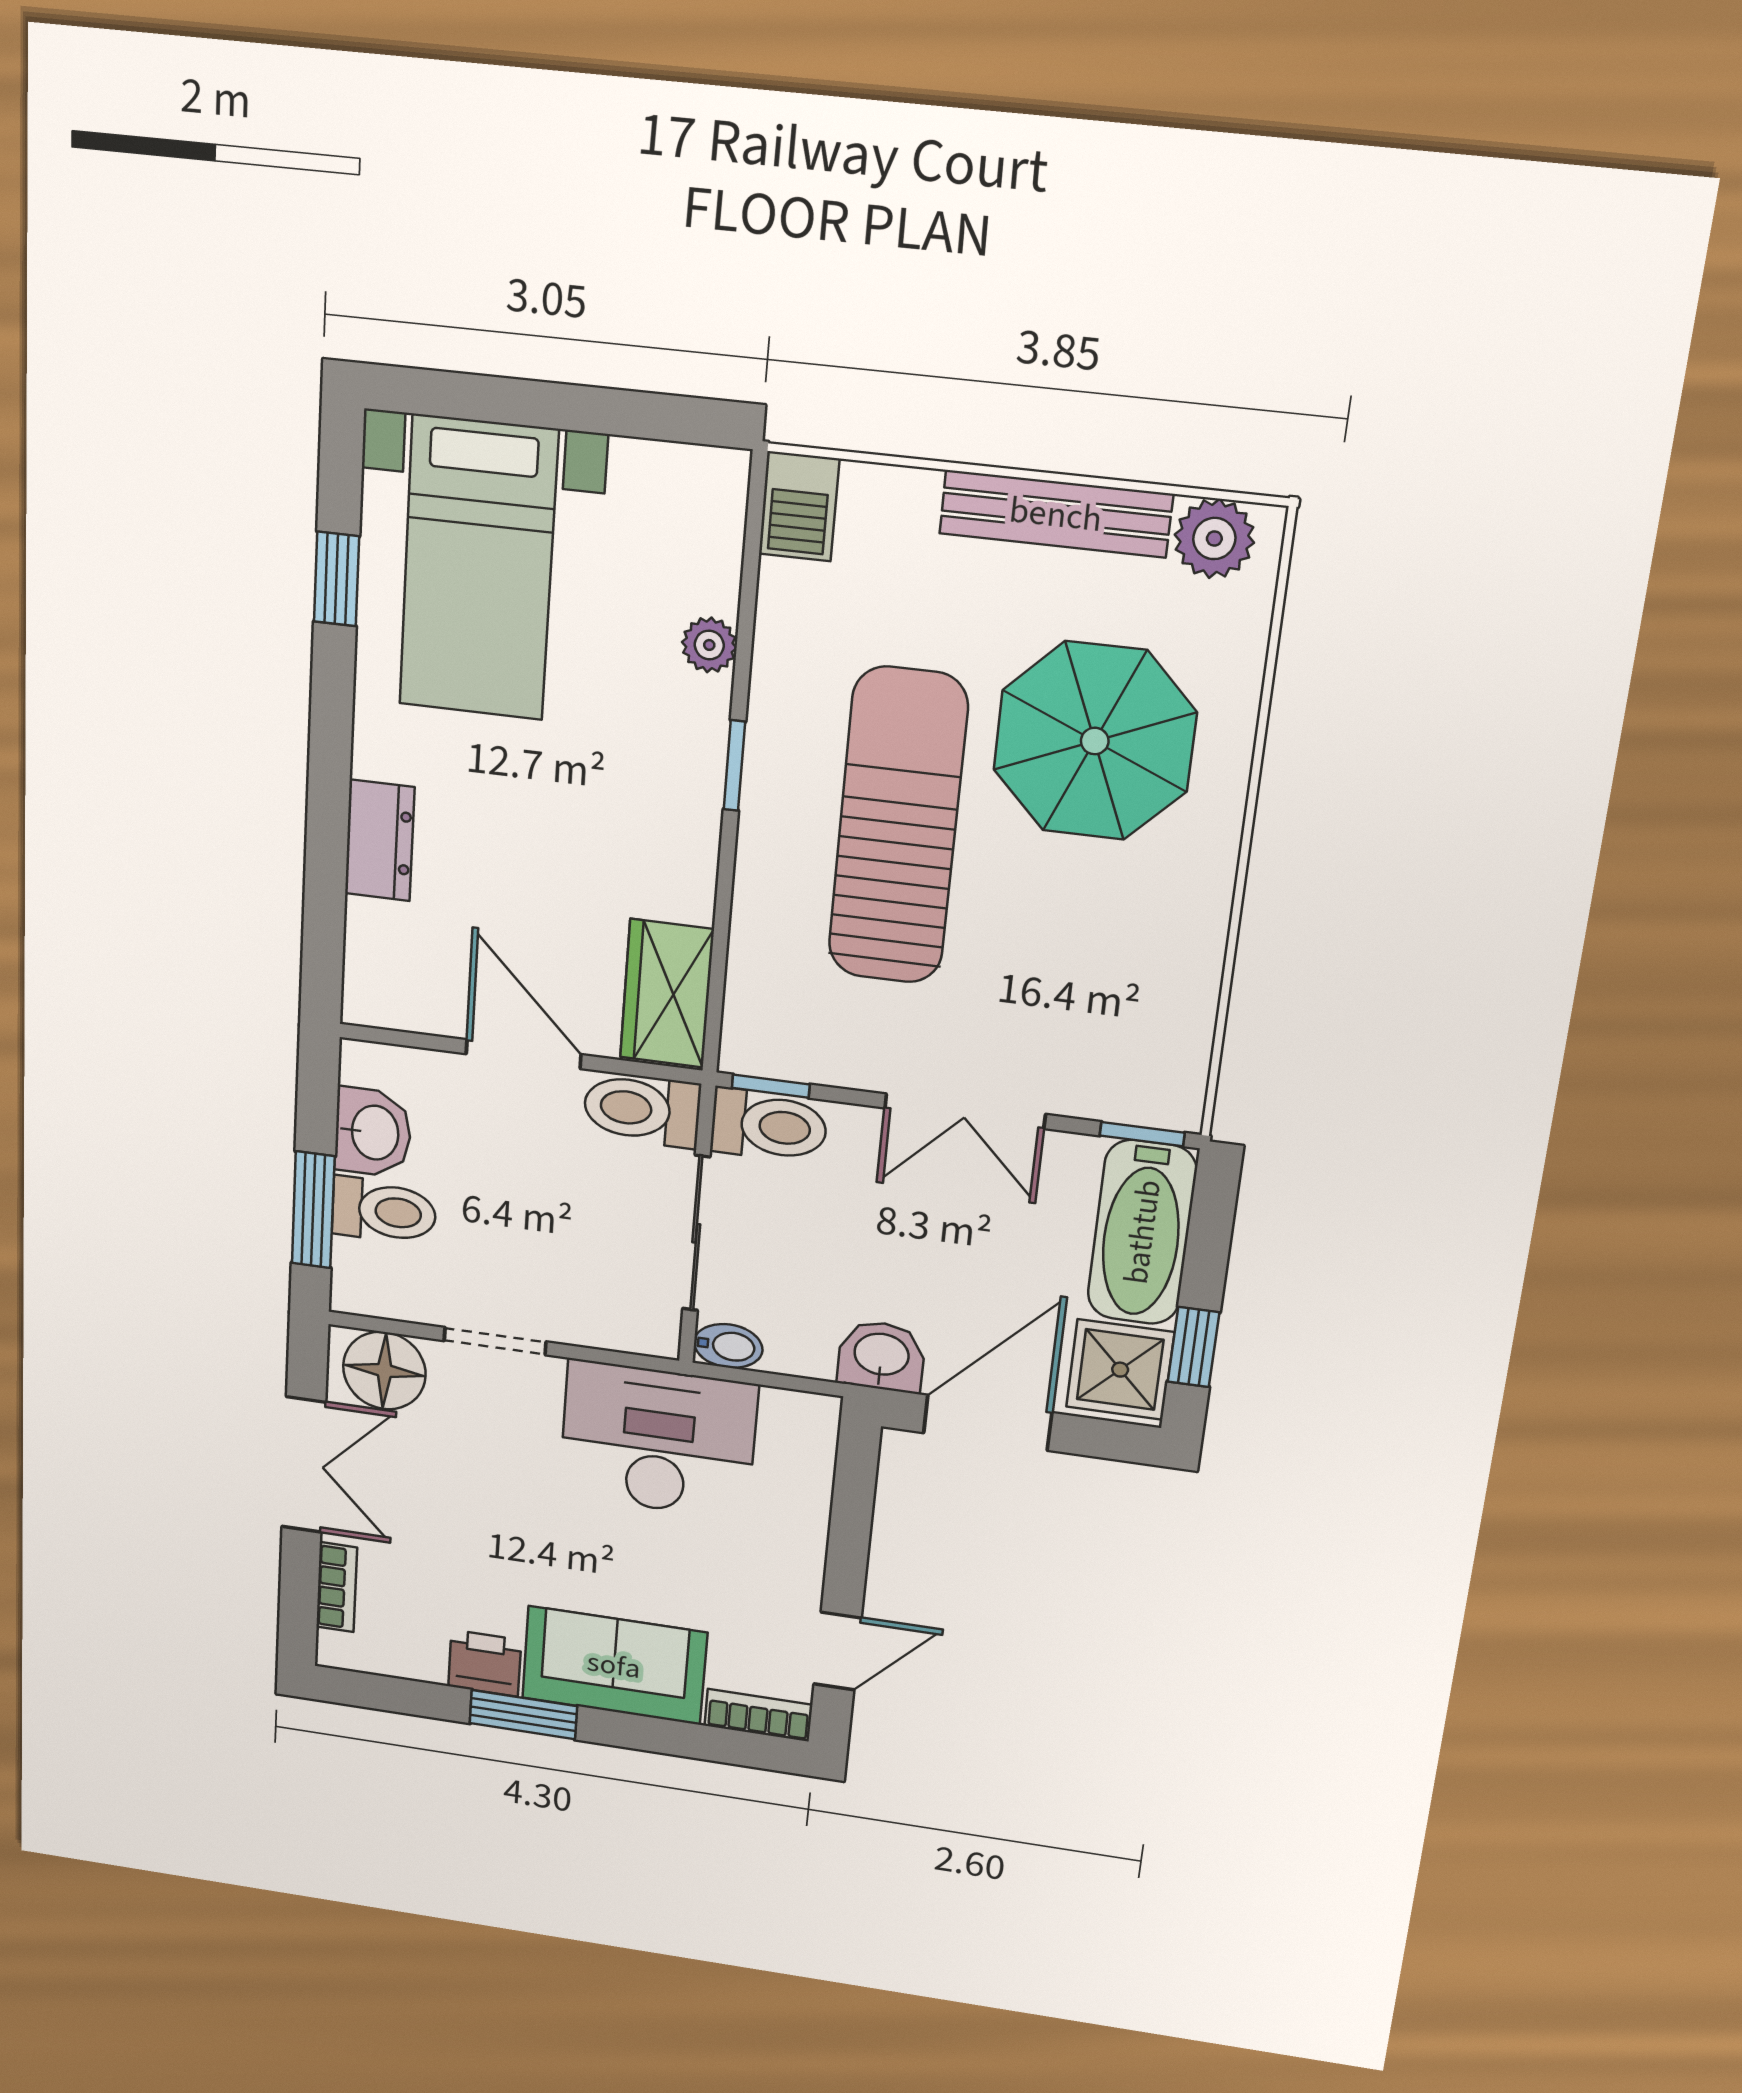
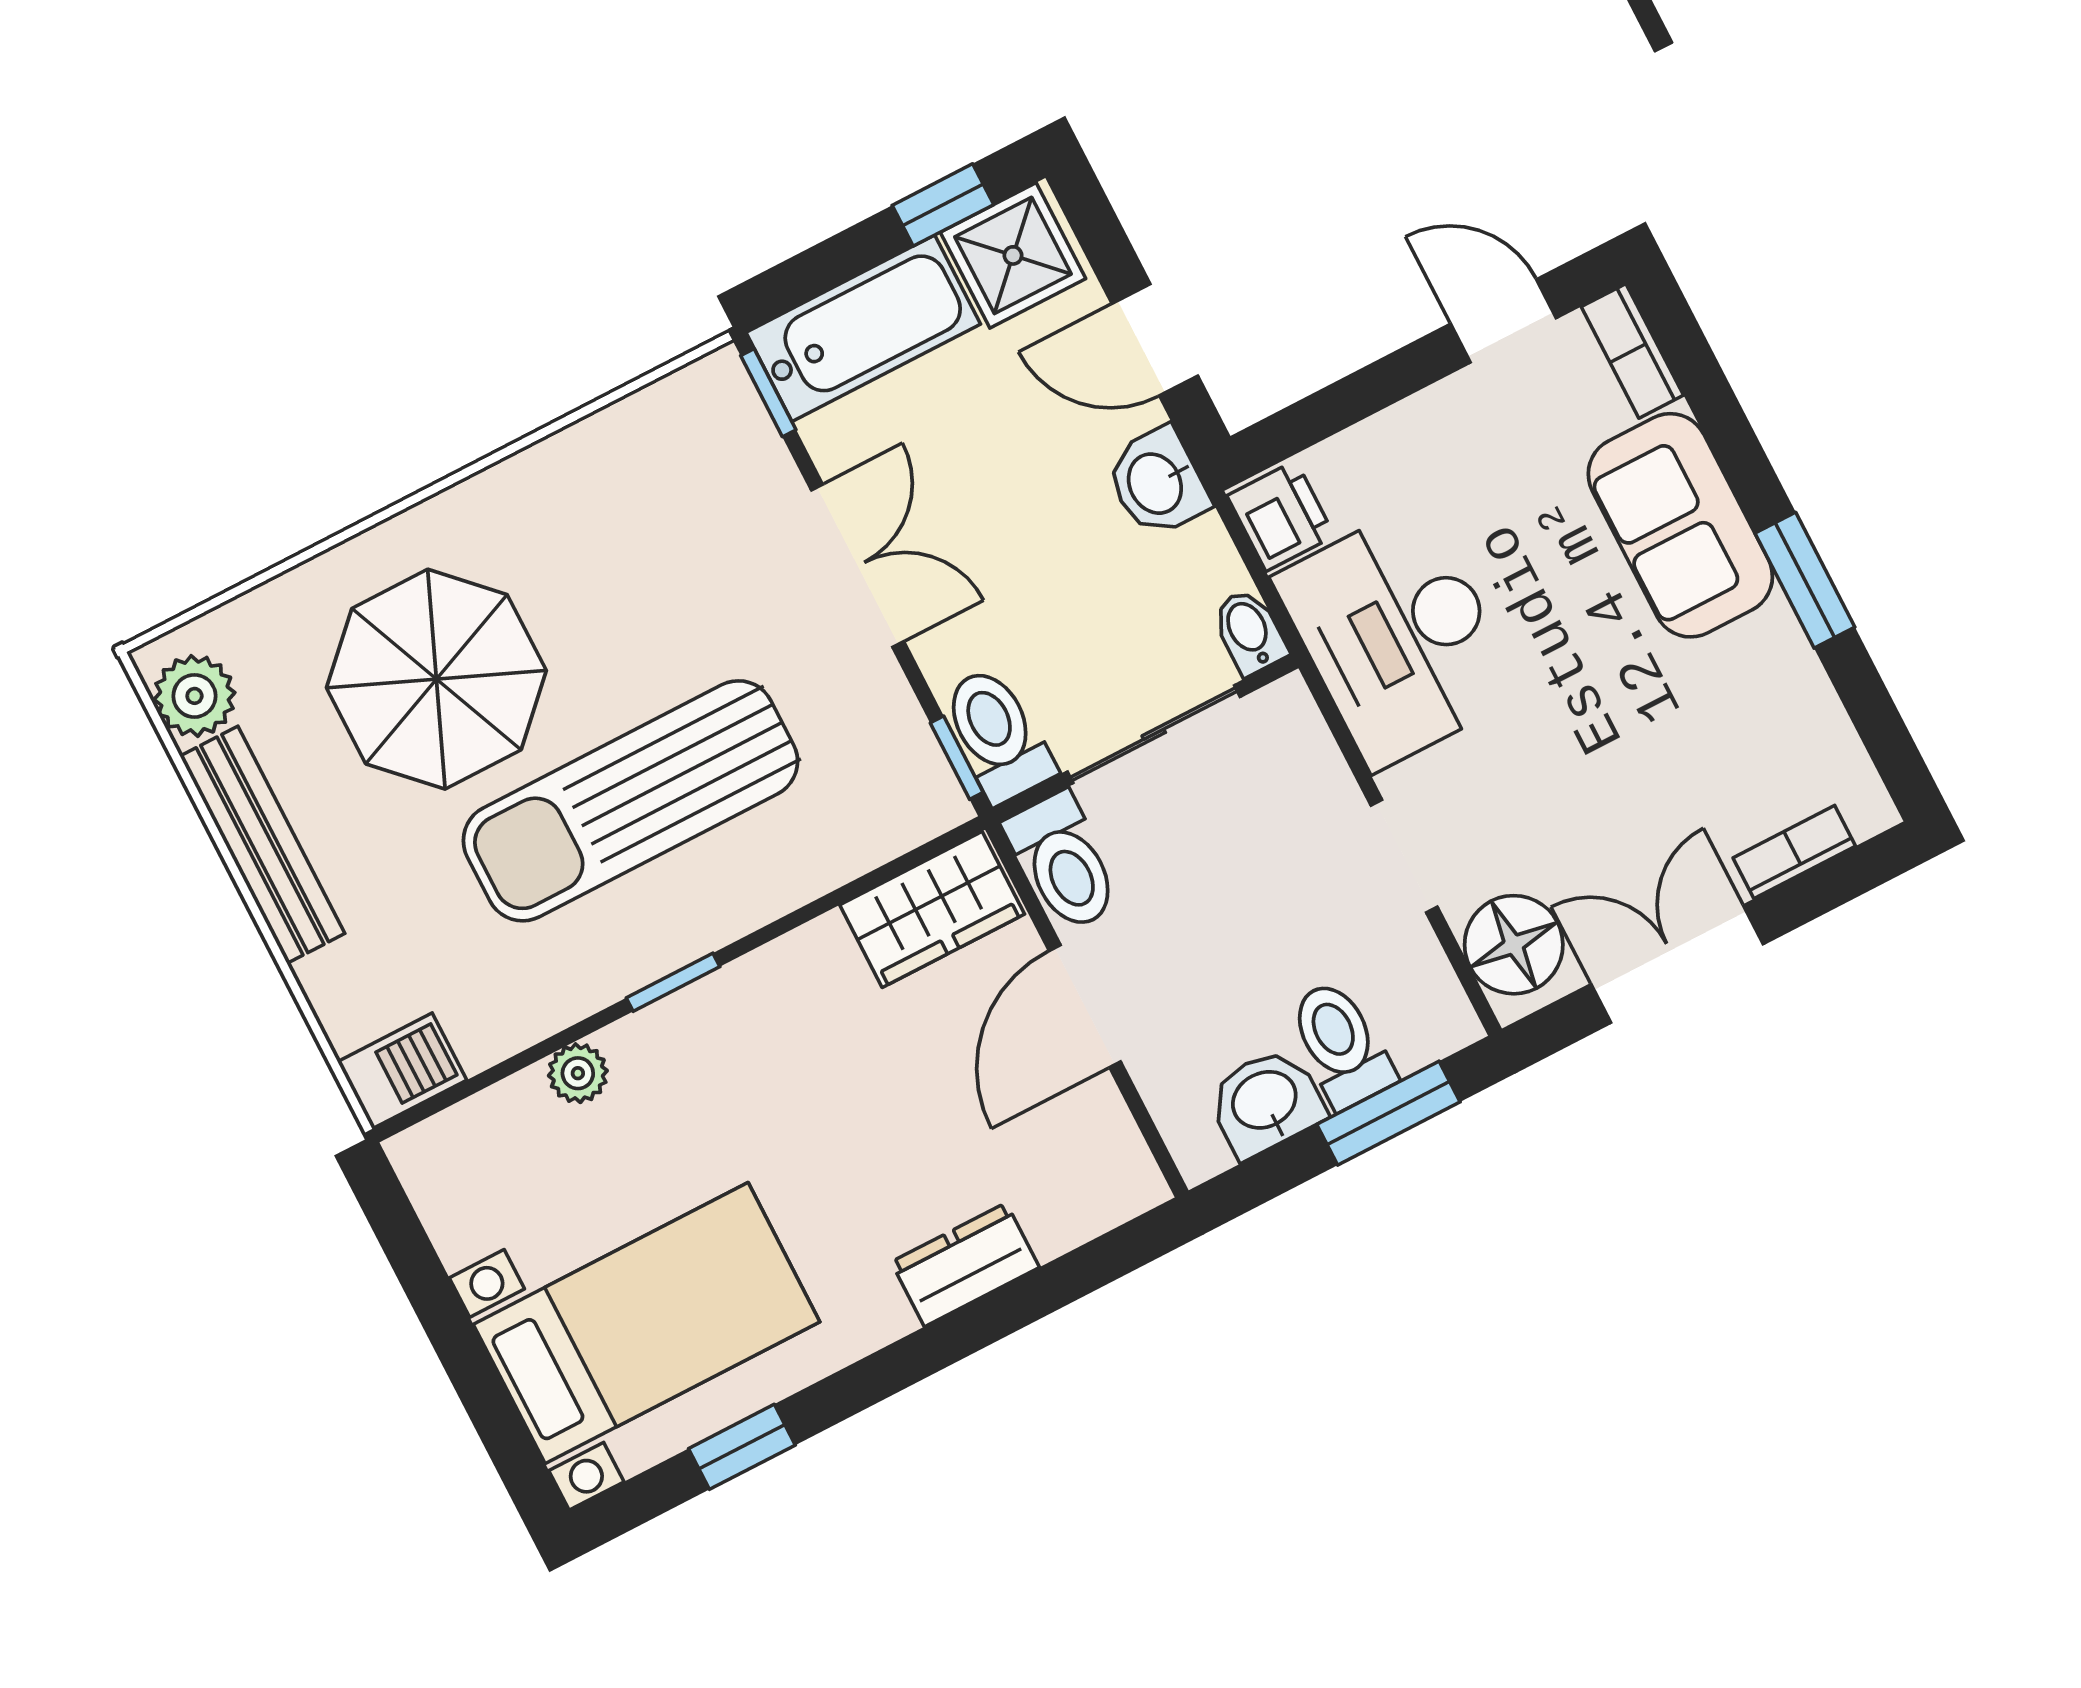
door: (988, 1423) -> (1155, 340), width x0.73
printer: (485, 1663) -> (1281, 516), moved, turned 180

